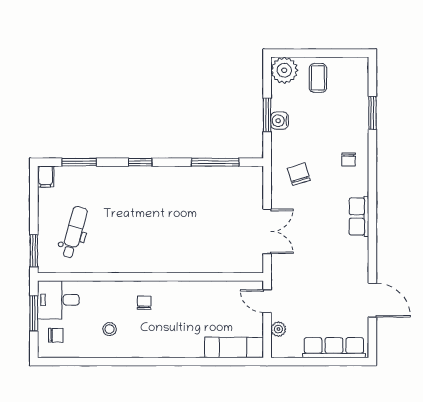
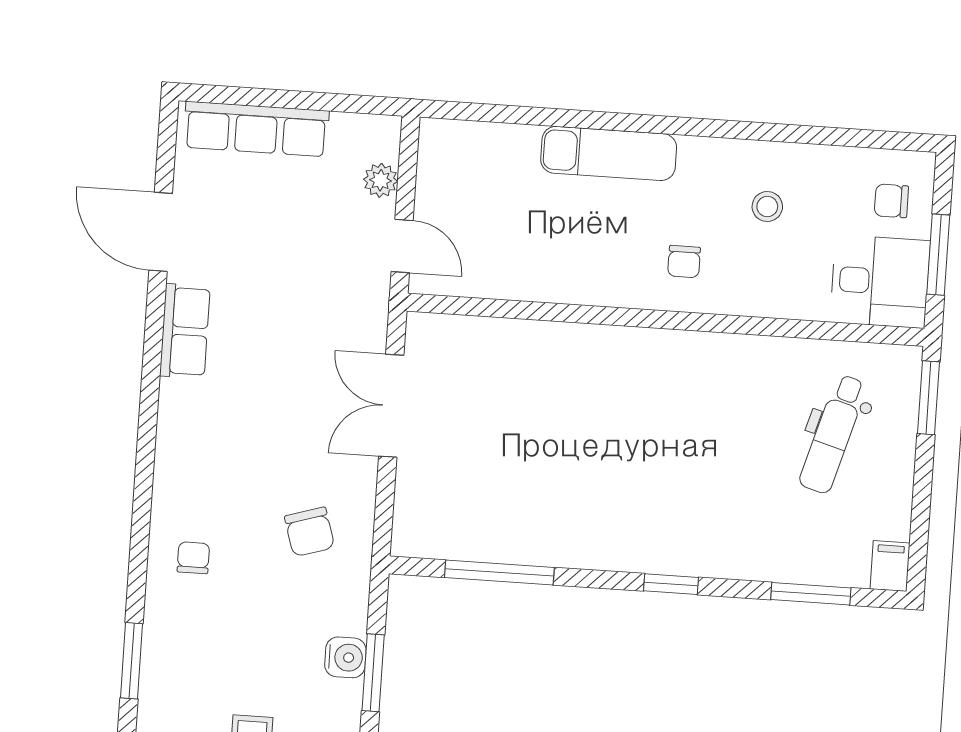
row of seats: (359, 216) -> (185, 331), moved
exam couch: (234, 347) -> (609, 153), moved

